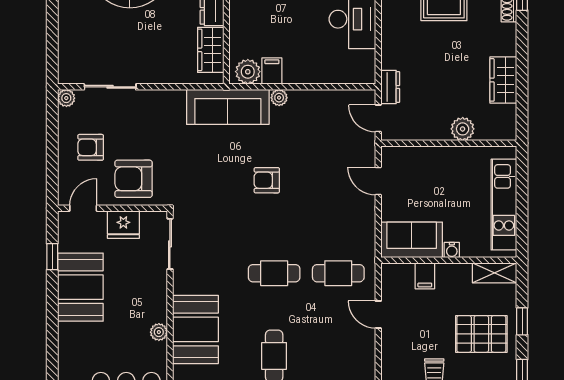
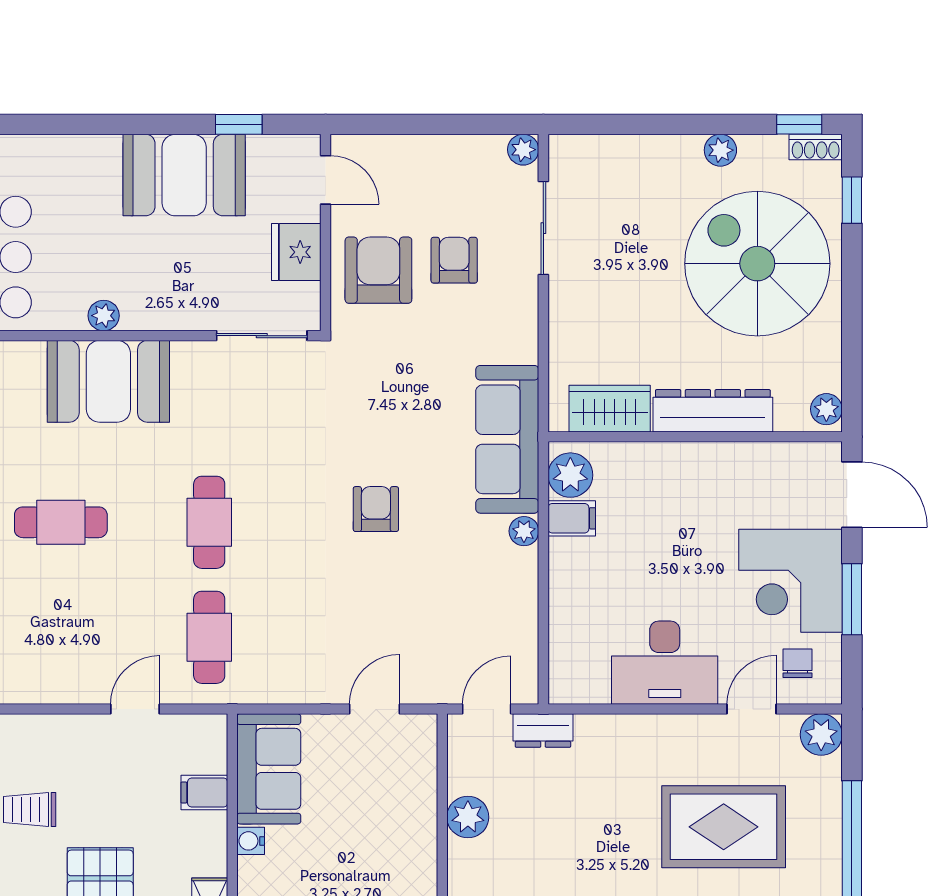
plant: (463, 129) -> (468, 817), moved
armchair: (91, 147) -> (454, 260), moved

